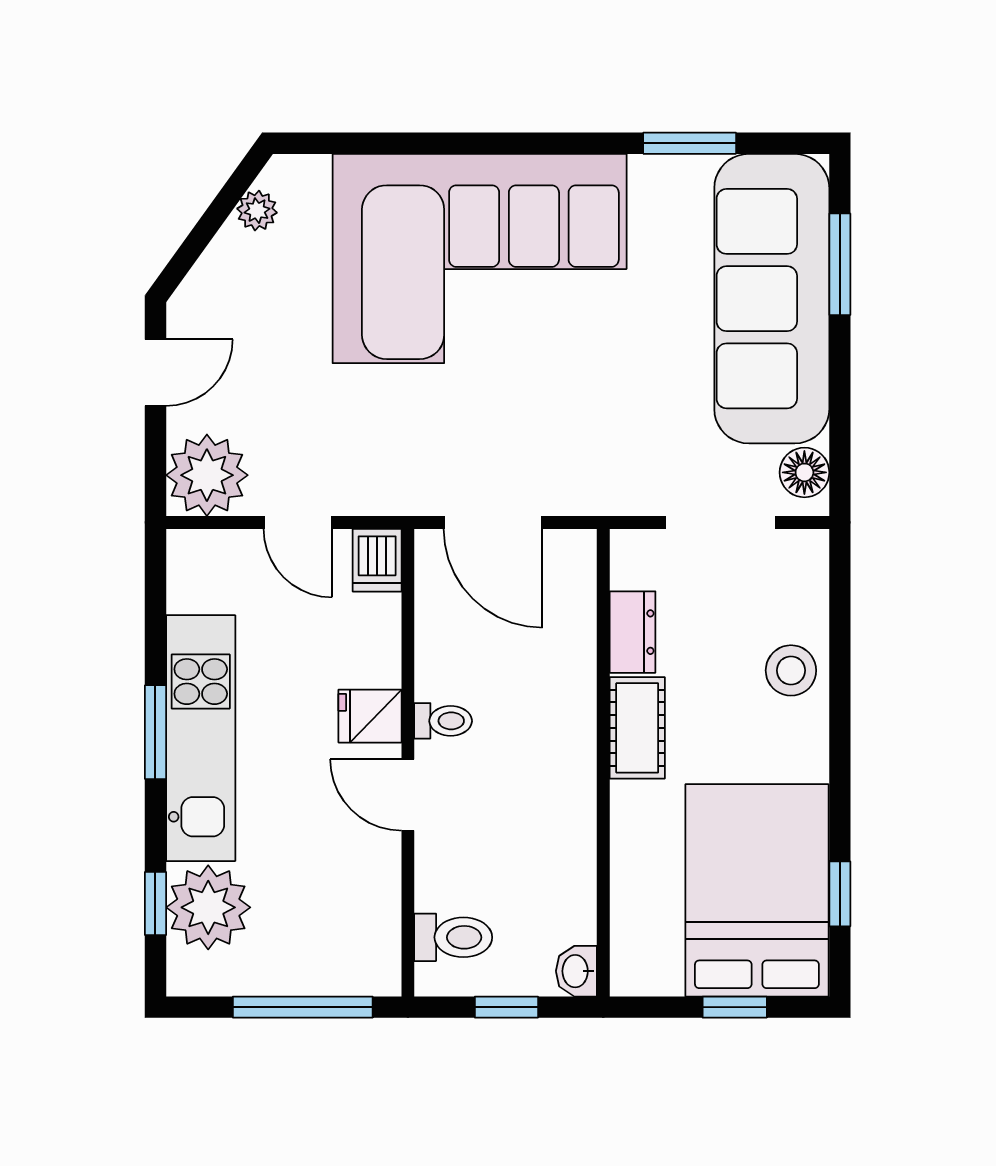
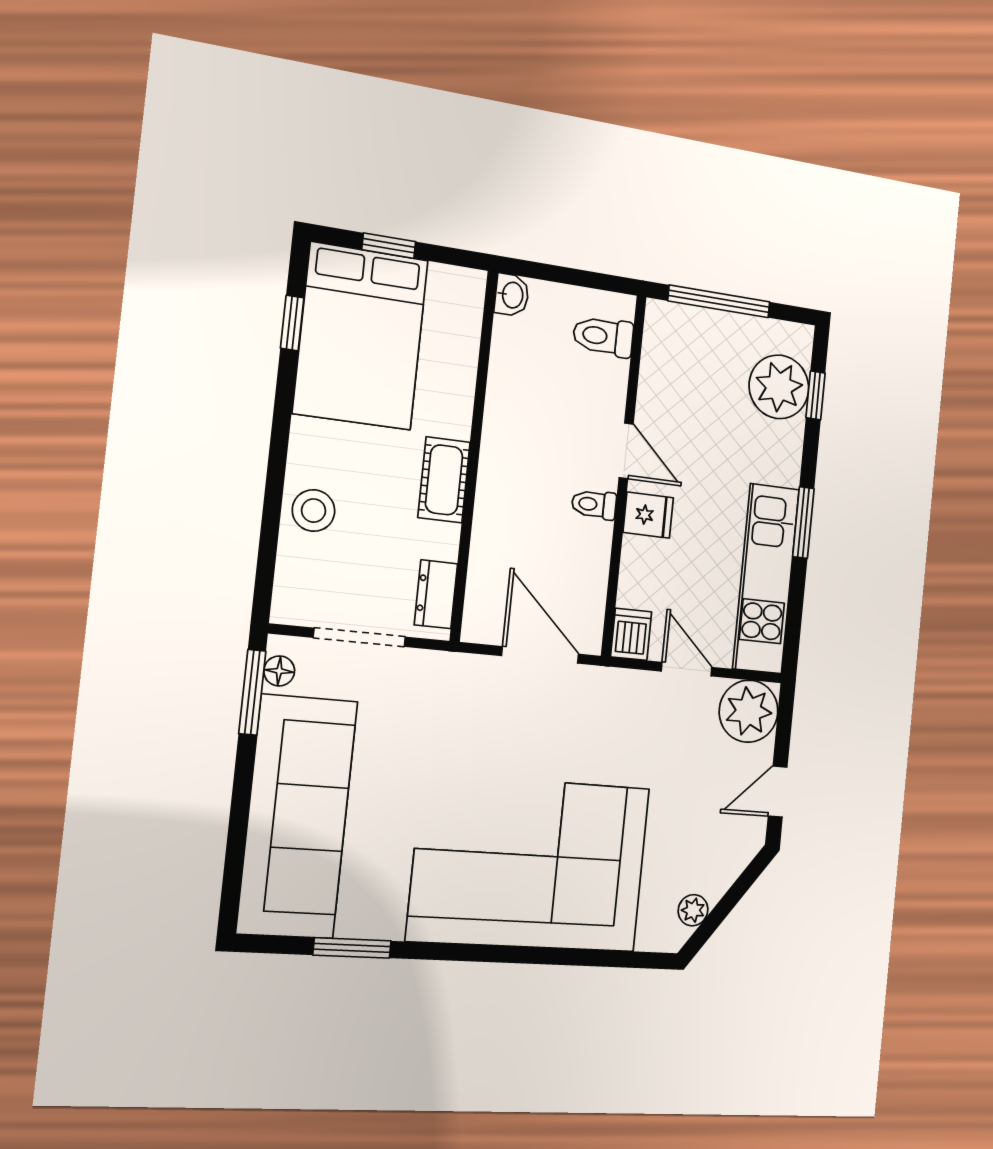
window: (840, 264) -> (252, 692), moved
floor lamp: (804, 472) -> (279, 671), width x0.73, depth x0.73
dresser: (633, 632) -> (436, 594), moved
kitchen unit: (201, 738) -> (766, 579), moved
window: (506, 1007) -> (568, 276), removed

